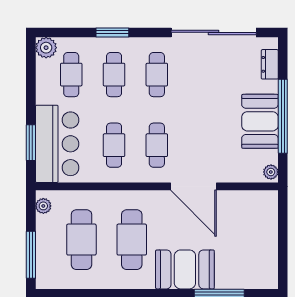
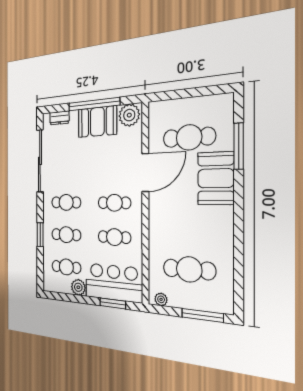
plant: (46, 48) -> (78, 287), moved
plant: (271, 172) -> (129, 115), width x1.88, depth x1.88
cafe table: (132, 240) -> (189, 137), moved

